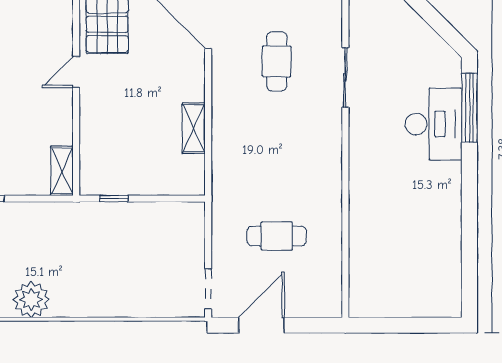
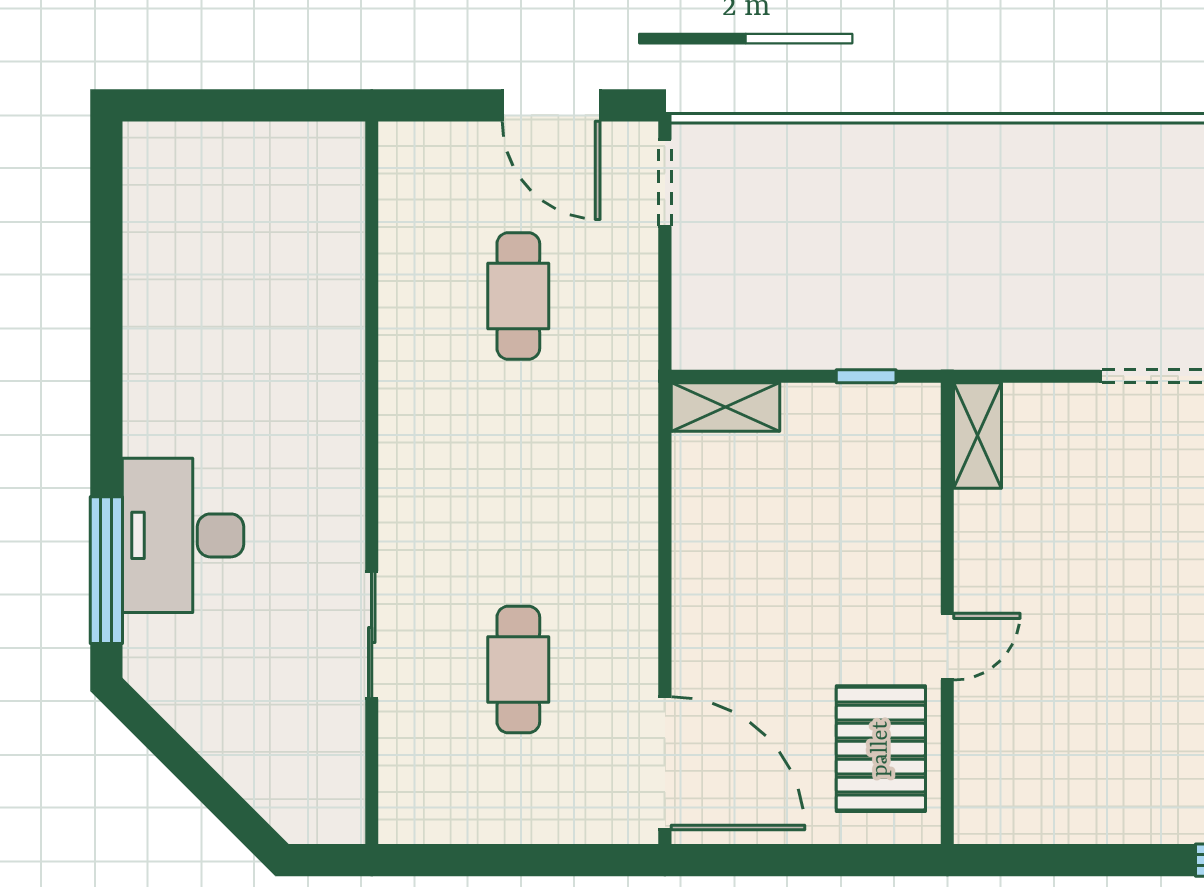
shelving: (194, 128) -> (725, 407), moved, turned 90
cafe table: (277, 236) -> (518, 296), turned 90
plant: (31, 300) -> (1043, 160), removed
door: (261, 325) -> (551, 105), hinge flipped

